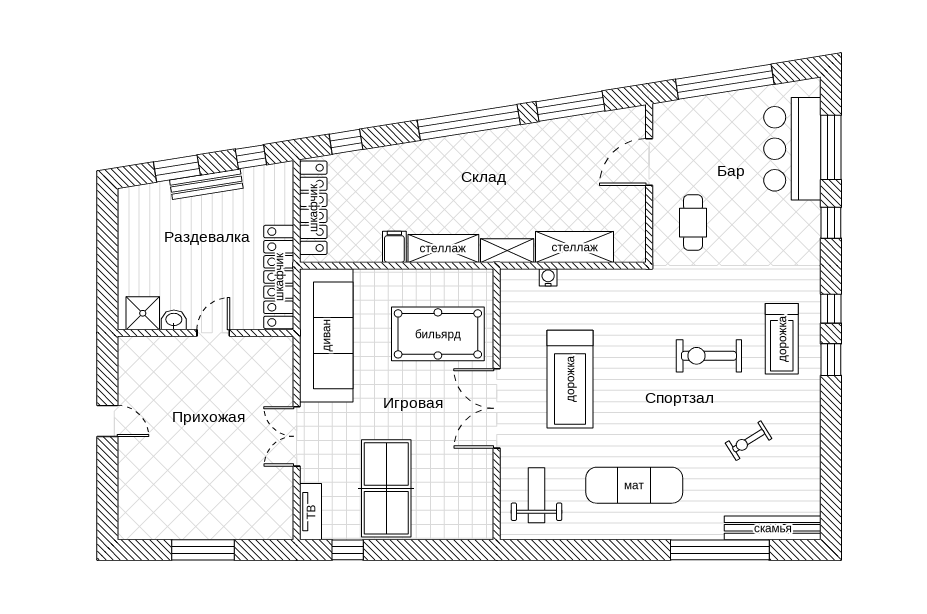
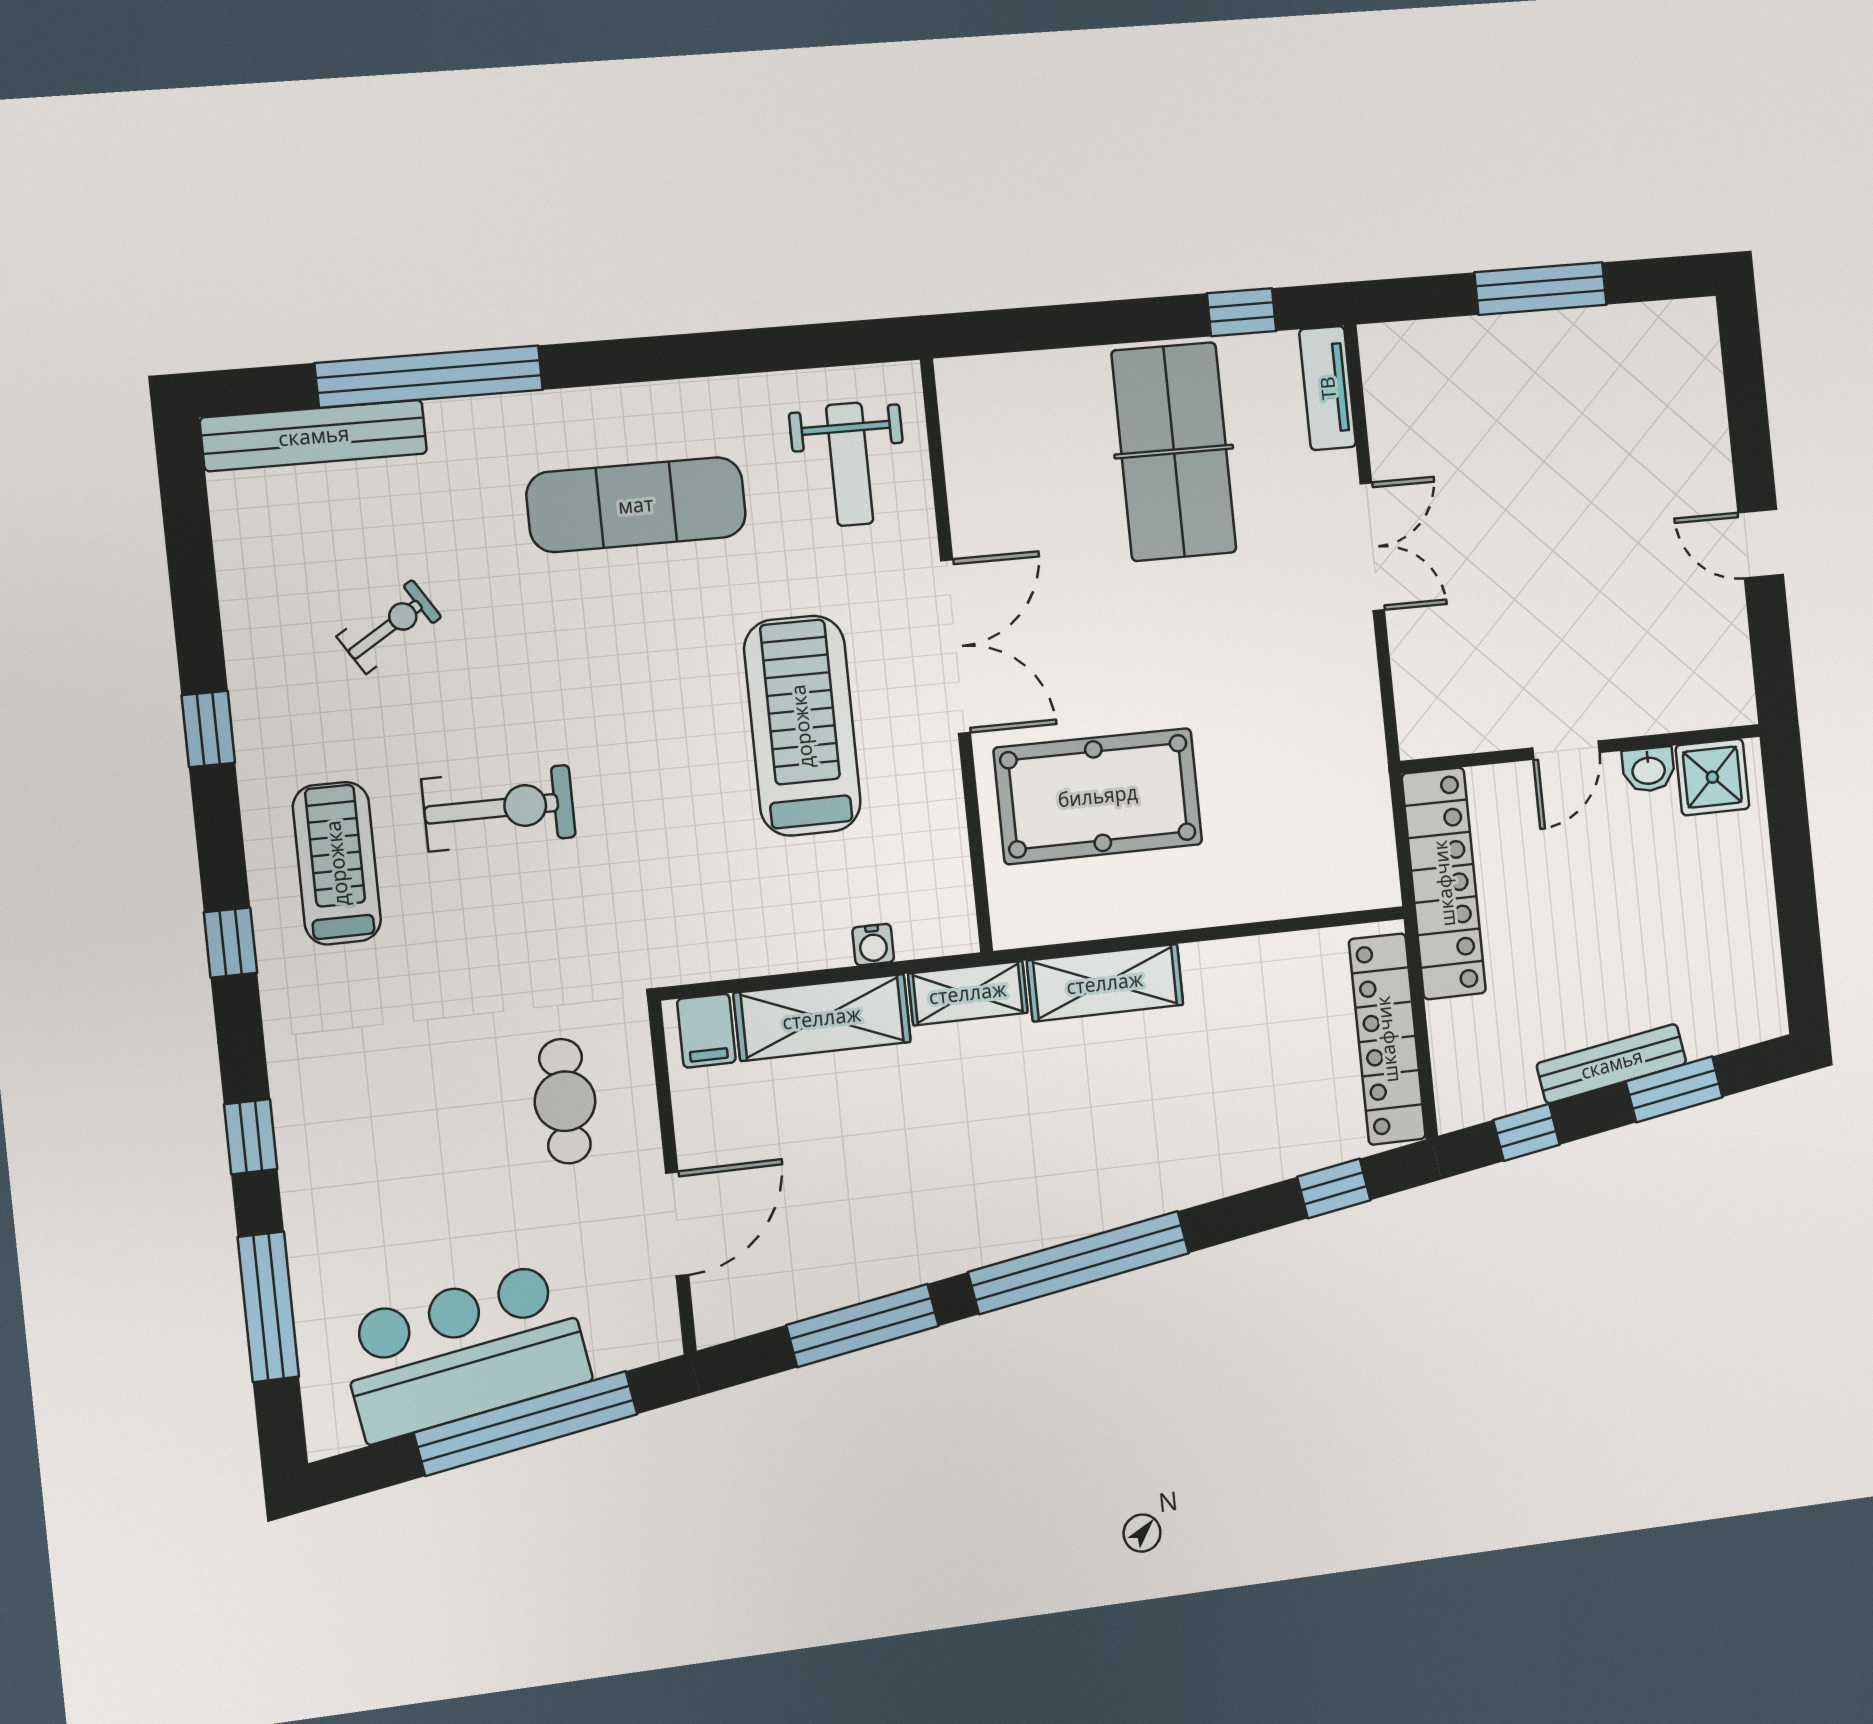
bar counter: (792, 149) -> (464, 1351), moved, turned -99
filing cabinet: (394, 247) -> (706, 1031), moved
sofa: (326, 335) -> (1333, 769), removed
window: (831, 360) -> (208, 729), moved

